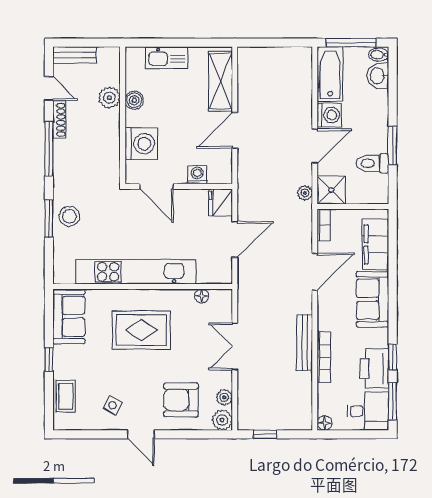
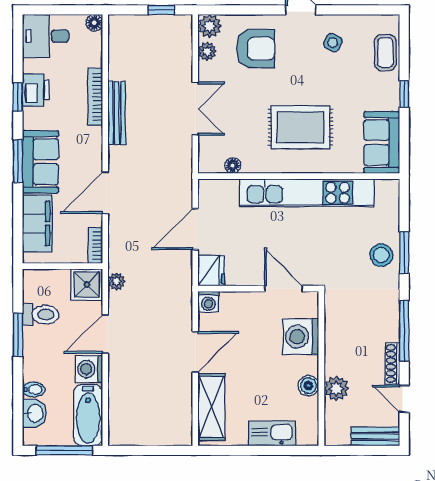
bidet: (379, 55) -> (34, 390), moved
washing machine: (197, 175) -> (208, 302), moved
printer: (374, 368) -> (36, 90), width x0.73, depth x0.84
window: (393, 401) -> (18, 161), moved

